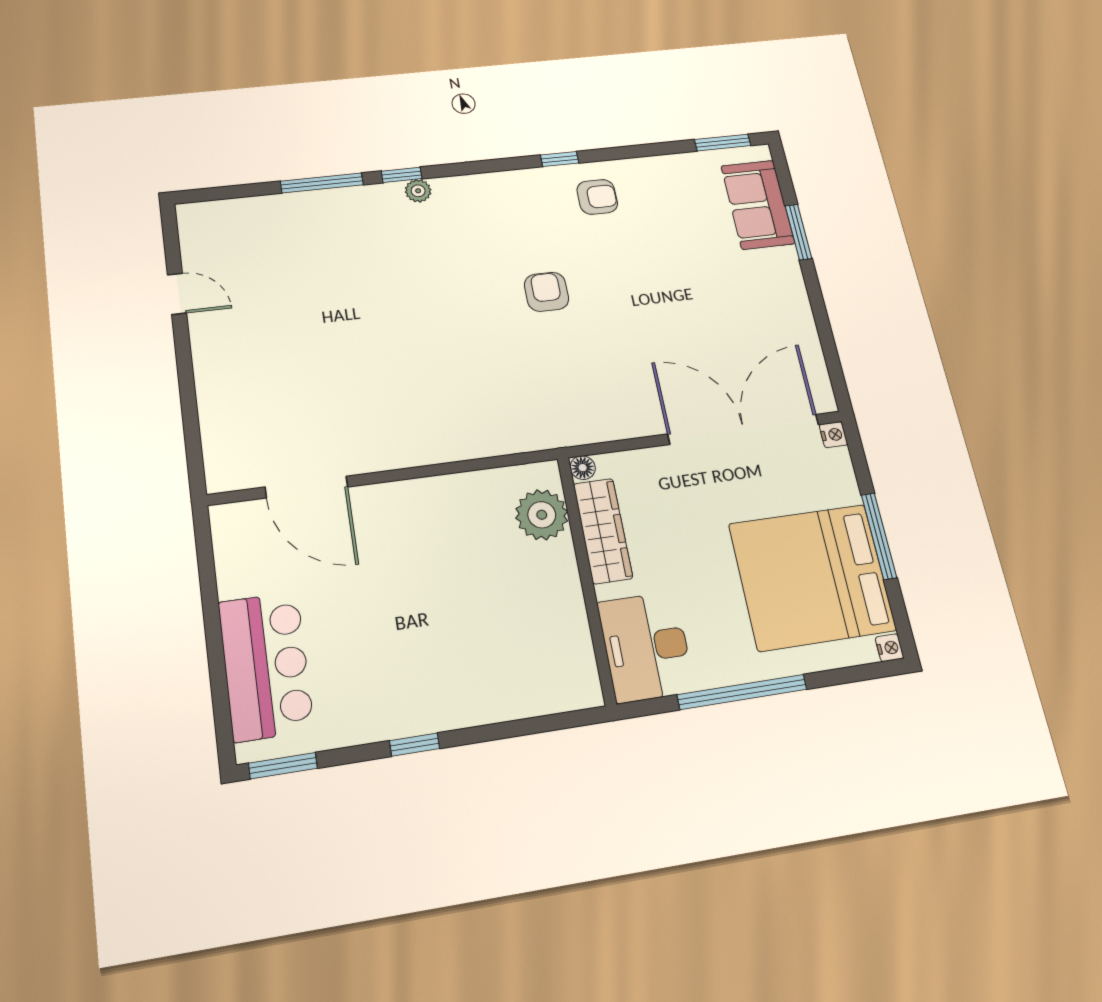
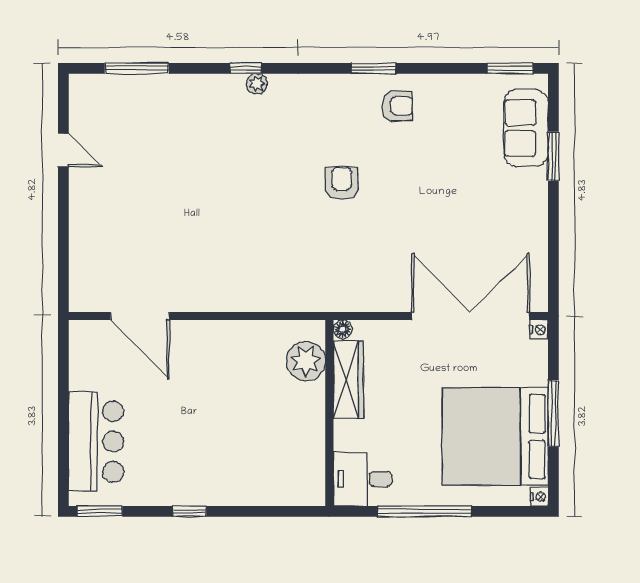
window: (560, 159) -> (374, 68), width x1.50
window: (322, 183) -> (137, 68), moved
desk: (646, 647) -> (362, 479), width x0.73

